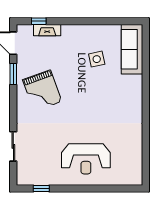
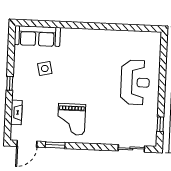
window: (39, 21) -> (10, 83), moved
grand piano: (42, 91) -> (71, 119), turned 110
sliding door: (13, 146) -> (131, 148), moved

